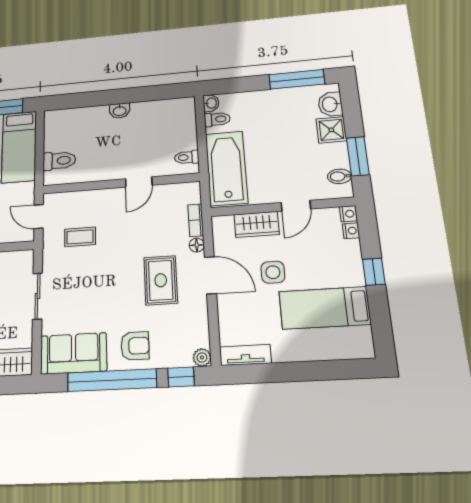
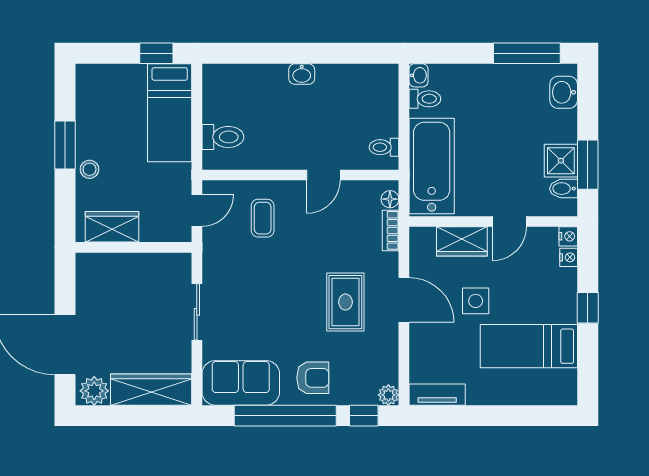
shower: (331, 130) -> (561, 161), moved
door: (39, 217) -> (197, 210), swing flipped
coffee table: (80, 237) -> (263, 218), moved, turned 90
floor lamp: (197, 245) -> (390, 199), moved

